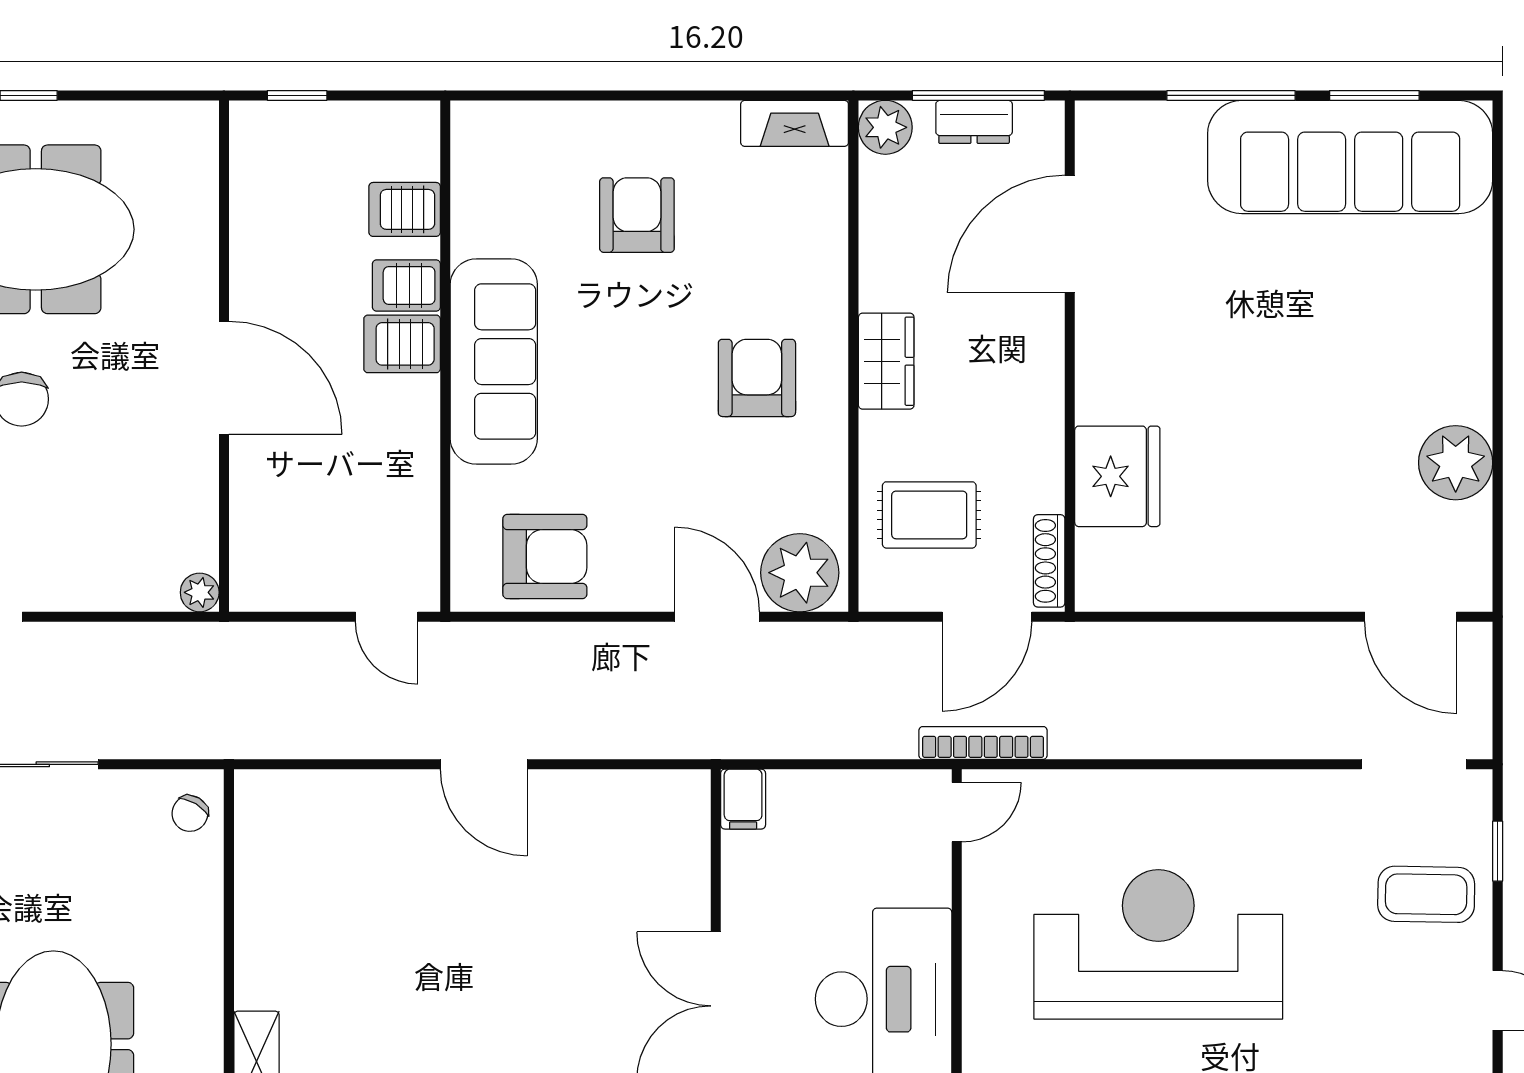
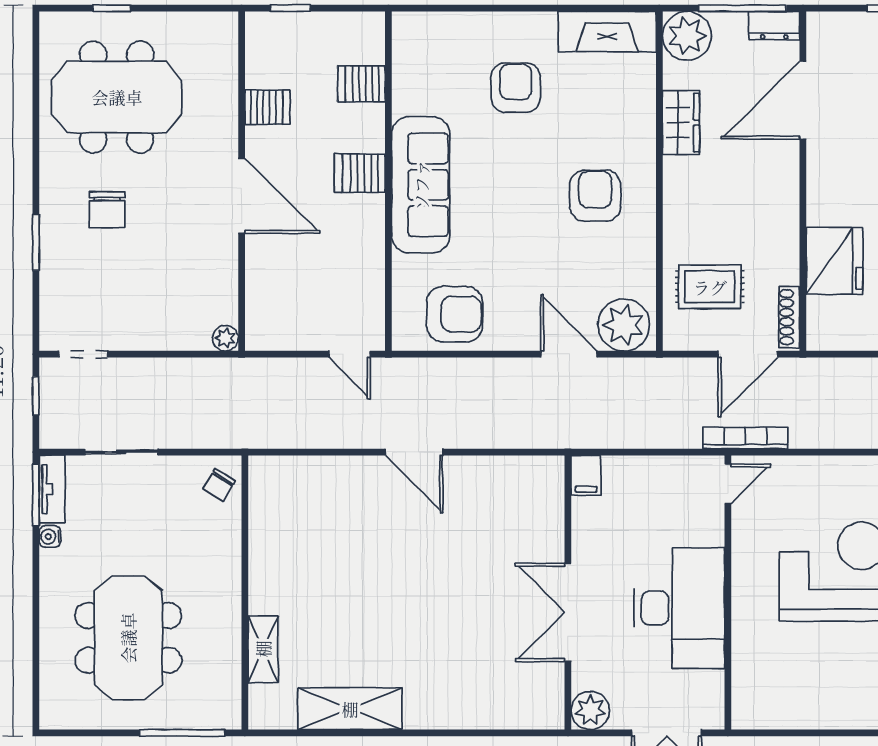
dresser: (974, 122) -> (774, 26), moved
fireplace: (795, 123) -> (607, 32), width x1.37, depth x1.32
plant: (885, 127) -> (687, 36), width x1.36, depth x1.36
server rack: (406, 286) -> (267, 107), moved, turned 180
wardrobe: (886, 361) -> (681, 123), moved

